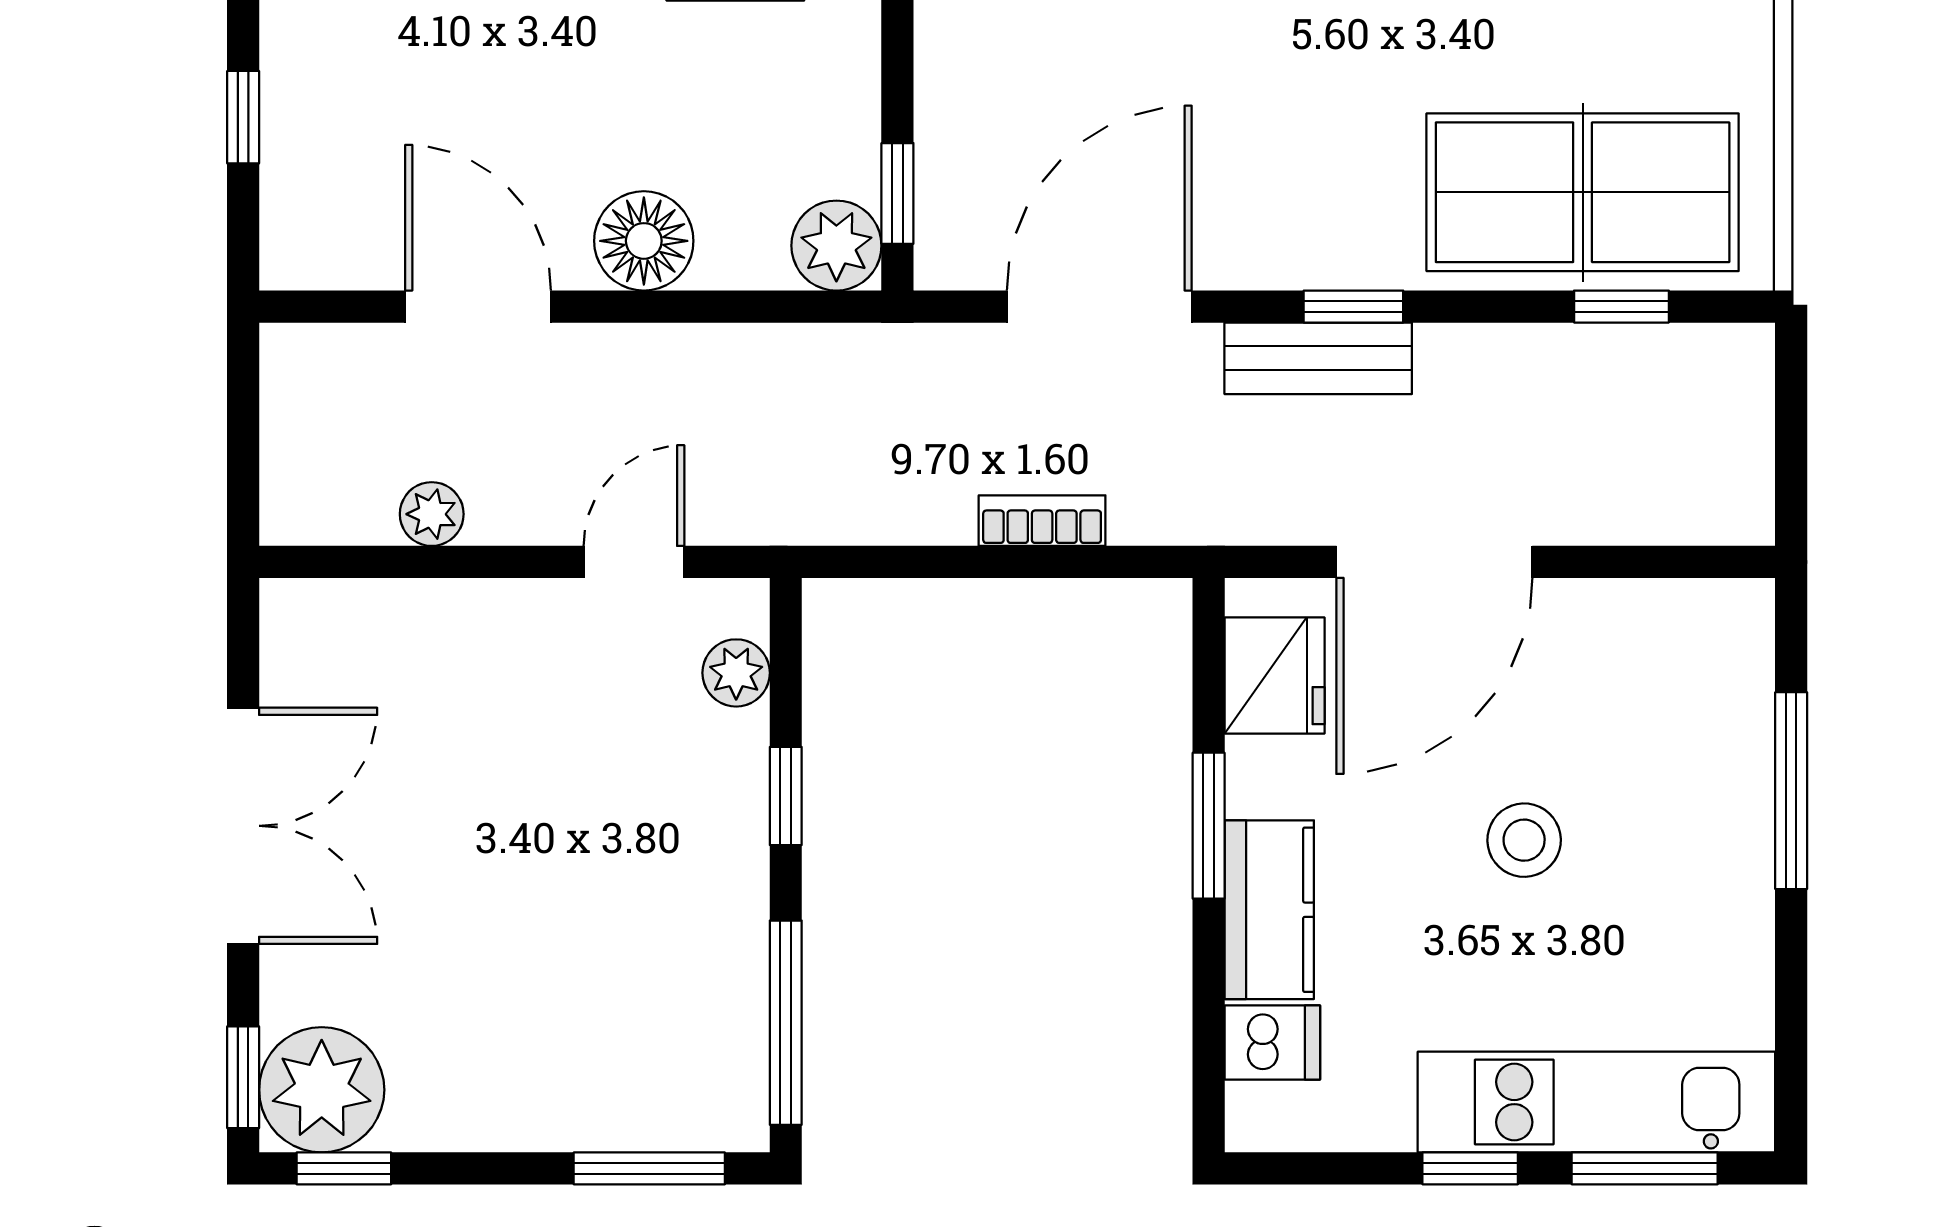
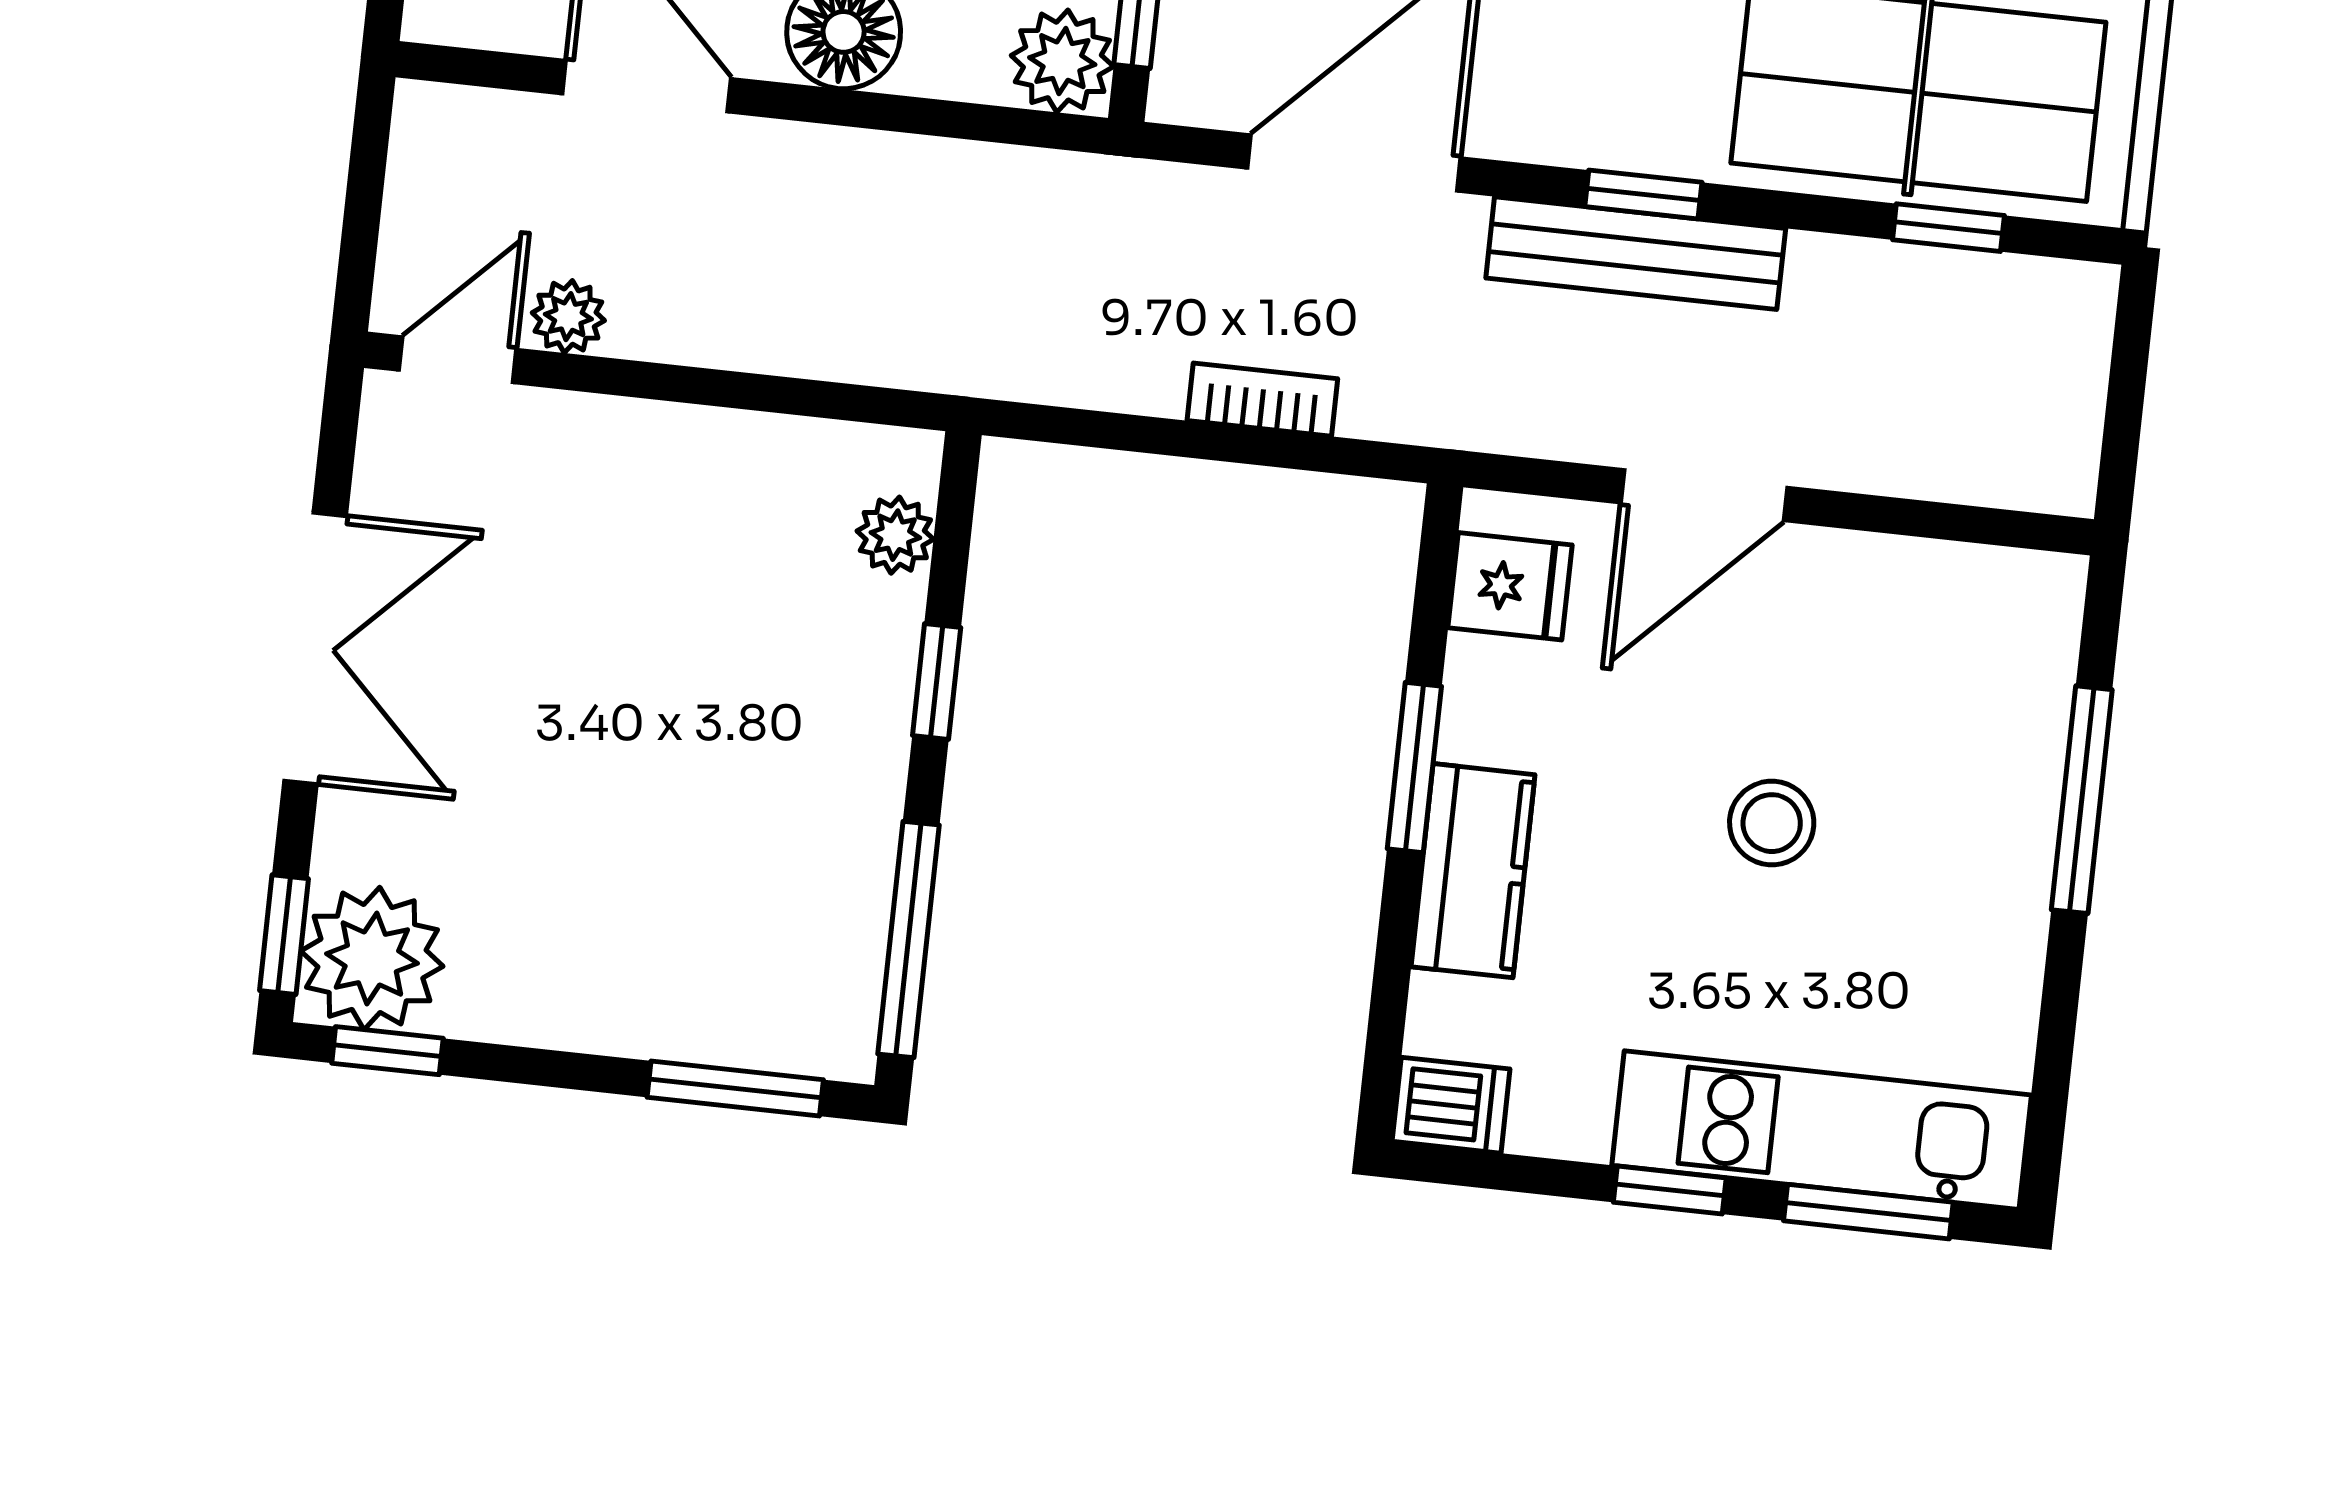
bench: (1318, 358) -> (1636, 253), width x1.36
door: (634, 562) -> (458, 360), moved
door: (1434, 562) -> (1704, 495), width x0.73
fridge: (1275, 675) -> (1510, 586), width x0.72
dishwasher: (1272, 1043) -> (1451, 1105), moved

